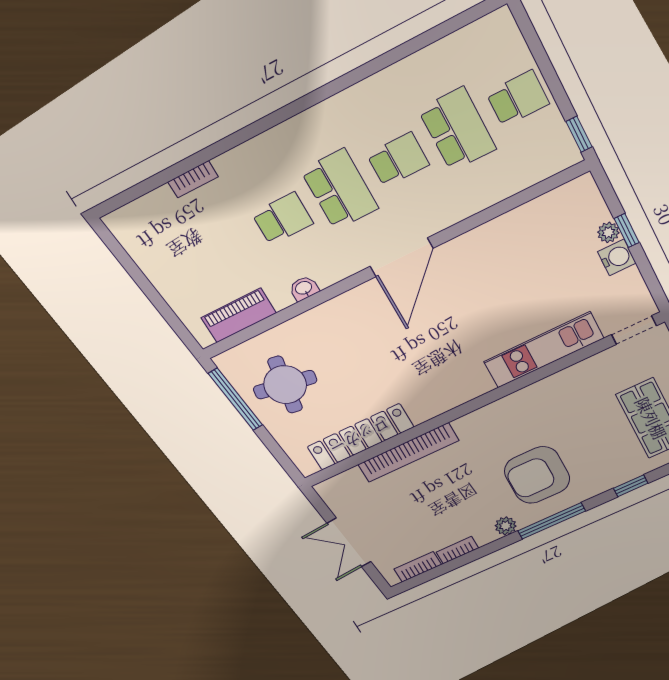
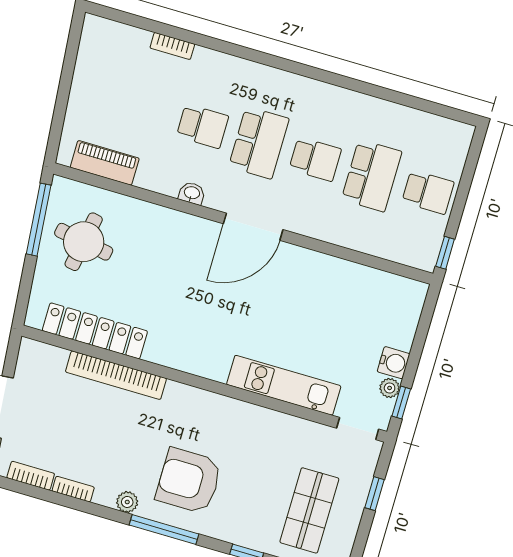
window: (627, 231) -> (401, 402), moved
plant: (608, 232) -> (390, 388), moved
washbasin: (304, 288) -> (192, 193), moved

